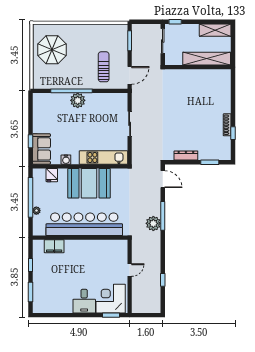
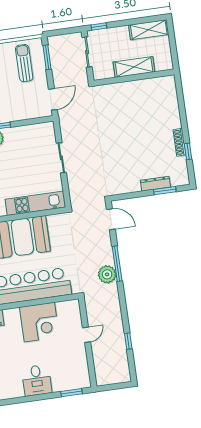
shelving: (207, 59) -> (134, 67), width x0.68
sun lounger: (104, 67) -> (24, 63), moved
dresser: (186, 156) -> (155, 184), moved
corner desk: (111, 299) -> (39, 322), moved, turned 180

